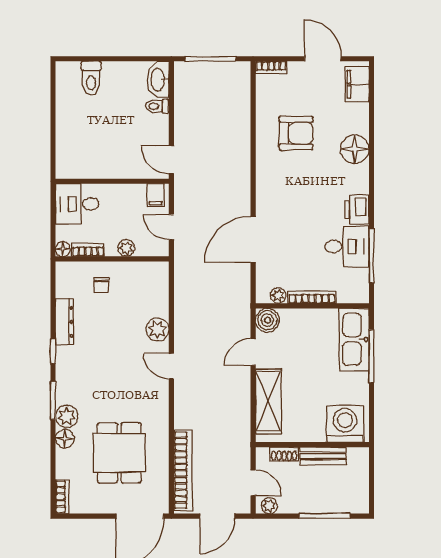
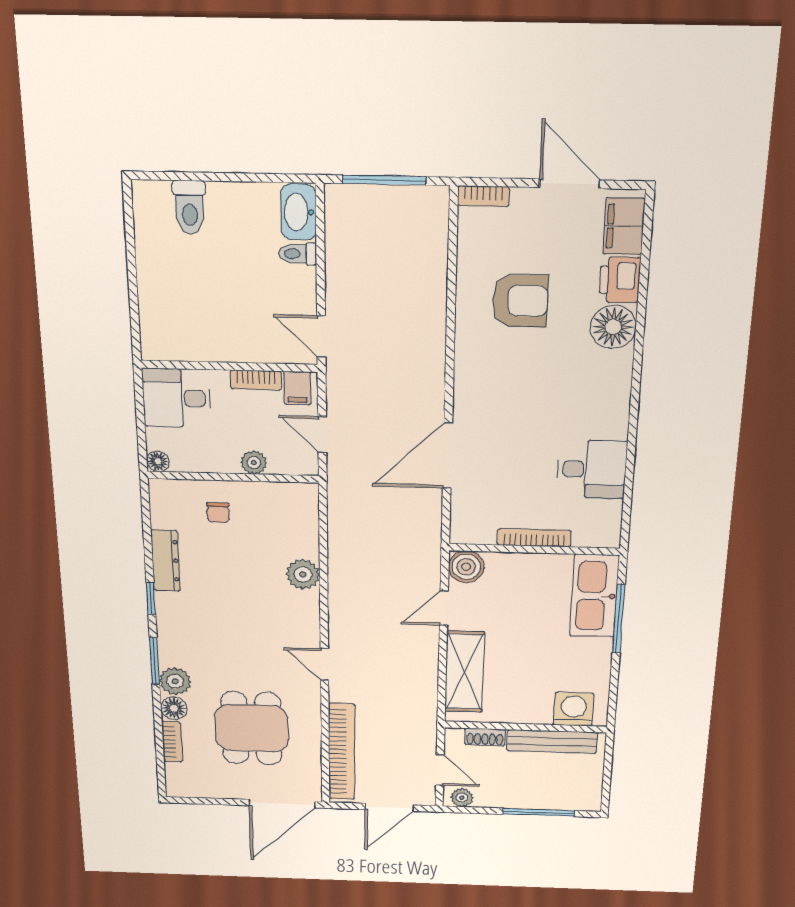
printer: (357, 210) -> (620, 280), moved
bookcase: (88, 250) -> (256, 380), moved, turned 180
window: (371, 256) -> (629, 483), removed
plant: (278, 296) -> (483, 534), removed
door: (171, 366) -> (324, 665), moved
washing machine: (345, 424) -> (574, 709), width x0.73, depth x0.73
bench: (323, 456) -> (552, 742), width x1.36
bookcase: (62, 497) -> (172, 742), moved

